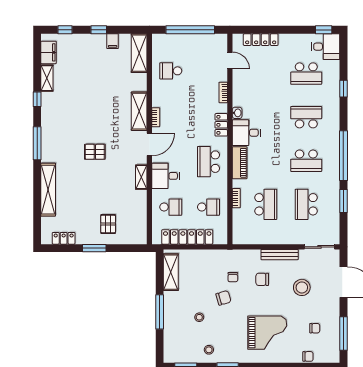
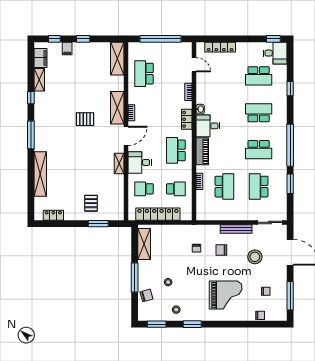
filing cabinet: (113, 41) -> (67, 48), moved
school desk: (171, 71) -> (144, 74), width x1.85
pallet: (95, 152) -> (85, 119), moved
school desk: (171, 207) -> (144, 189), turned 180
window: (94, 248) -> (98, 224), moved
chair: (223, 298) -> (146, 295), moved

